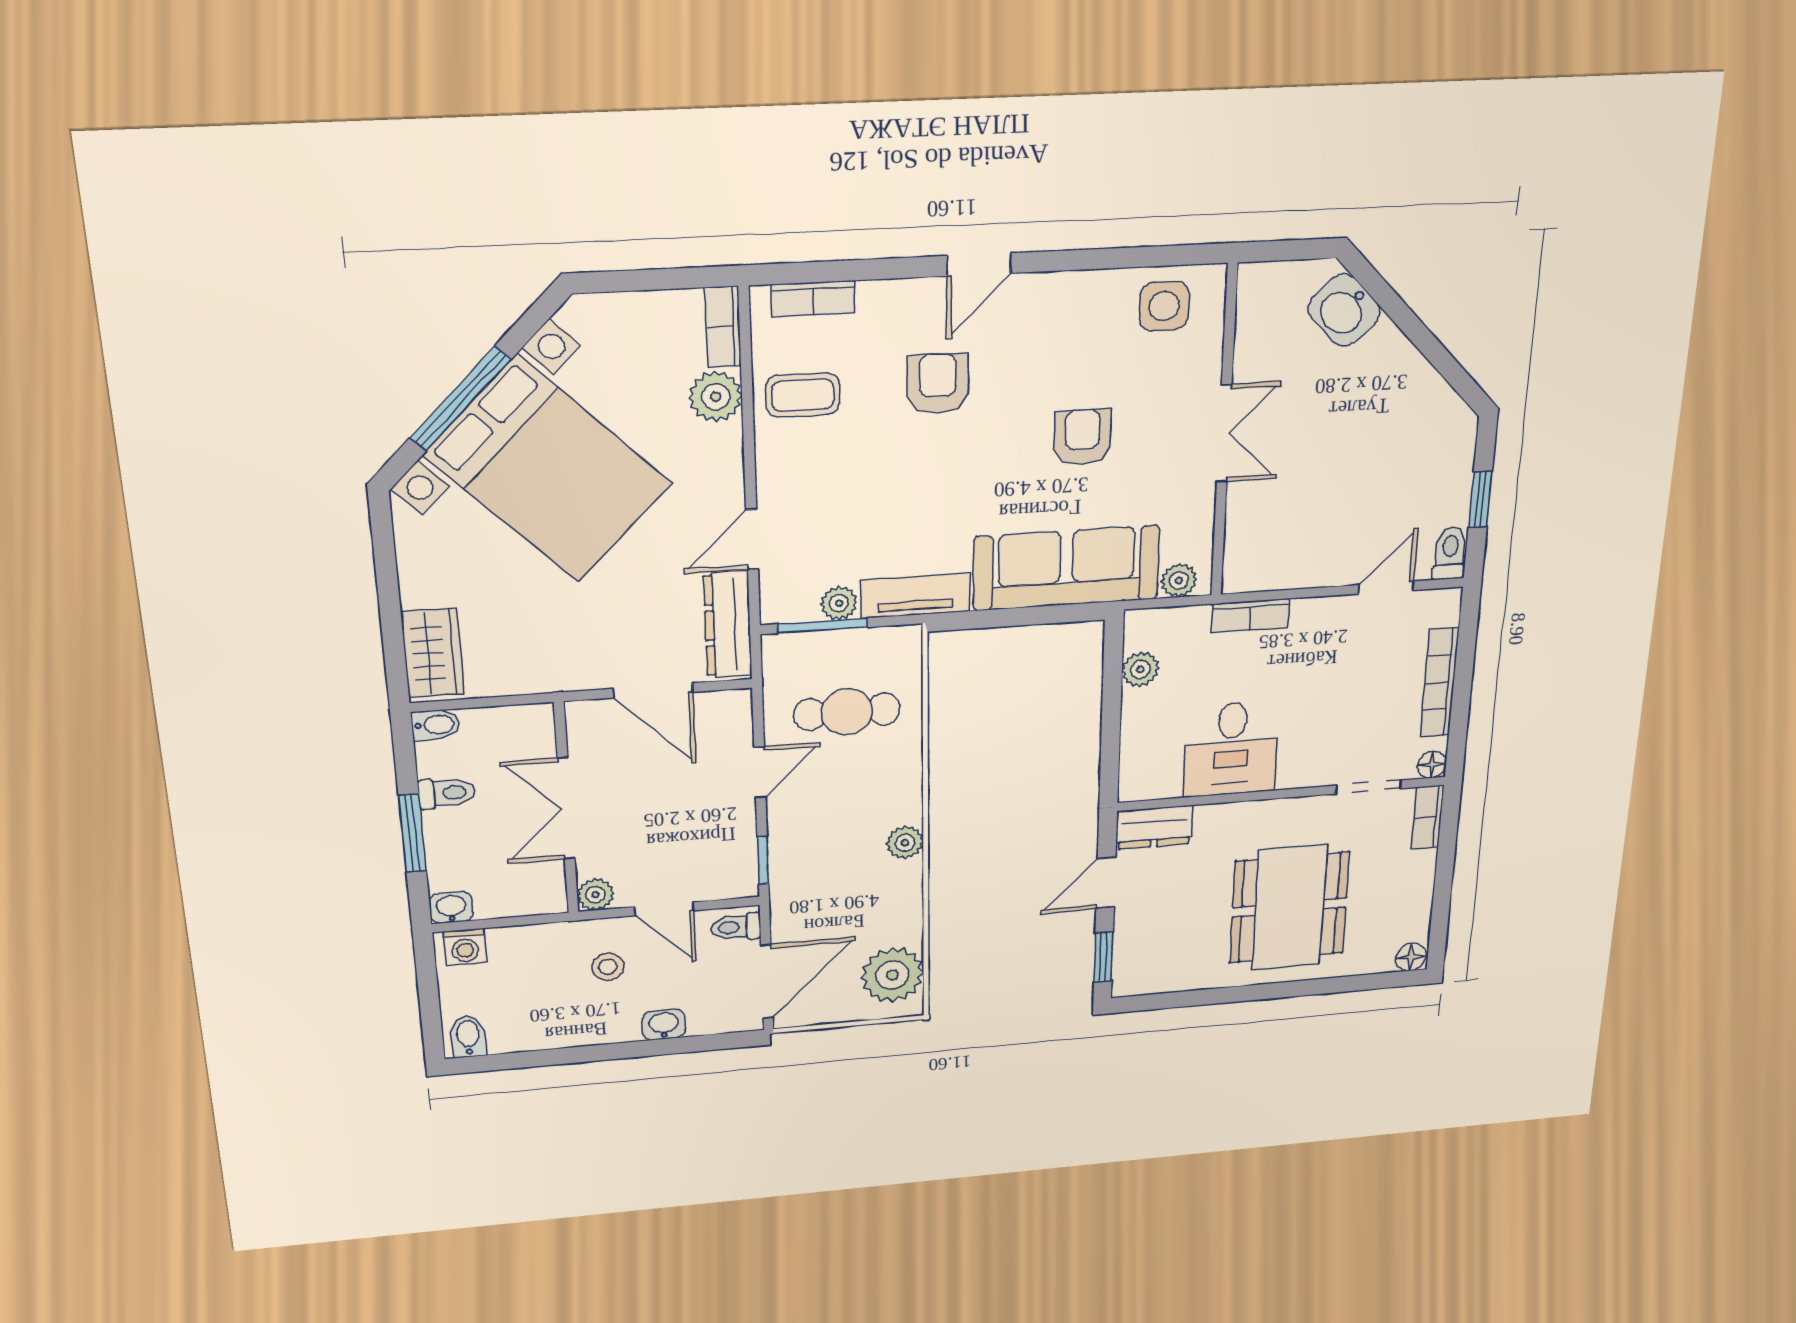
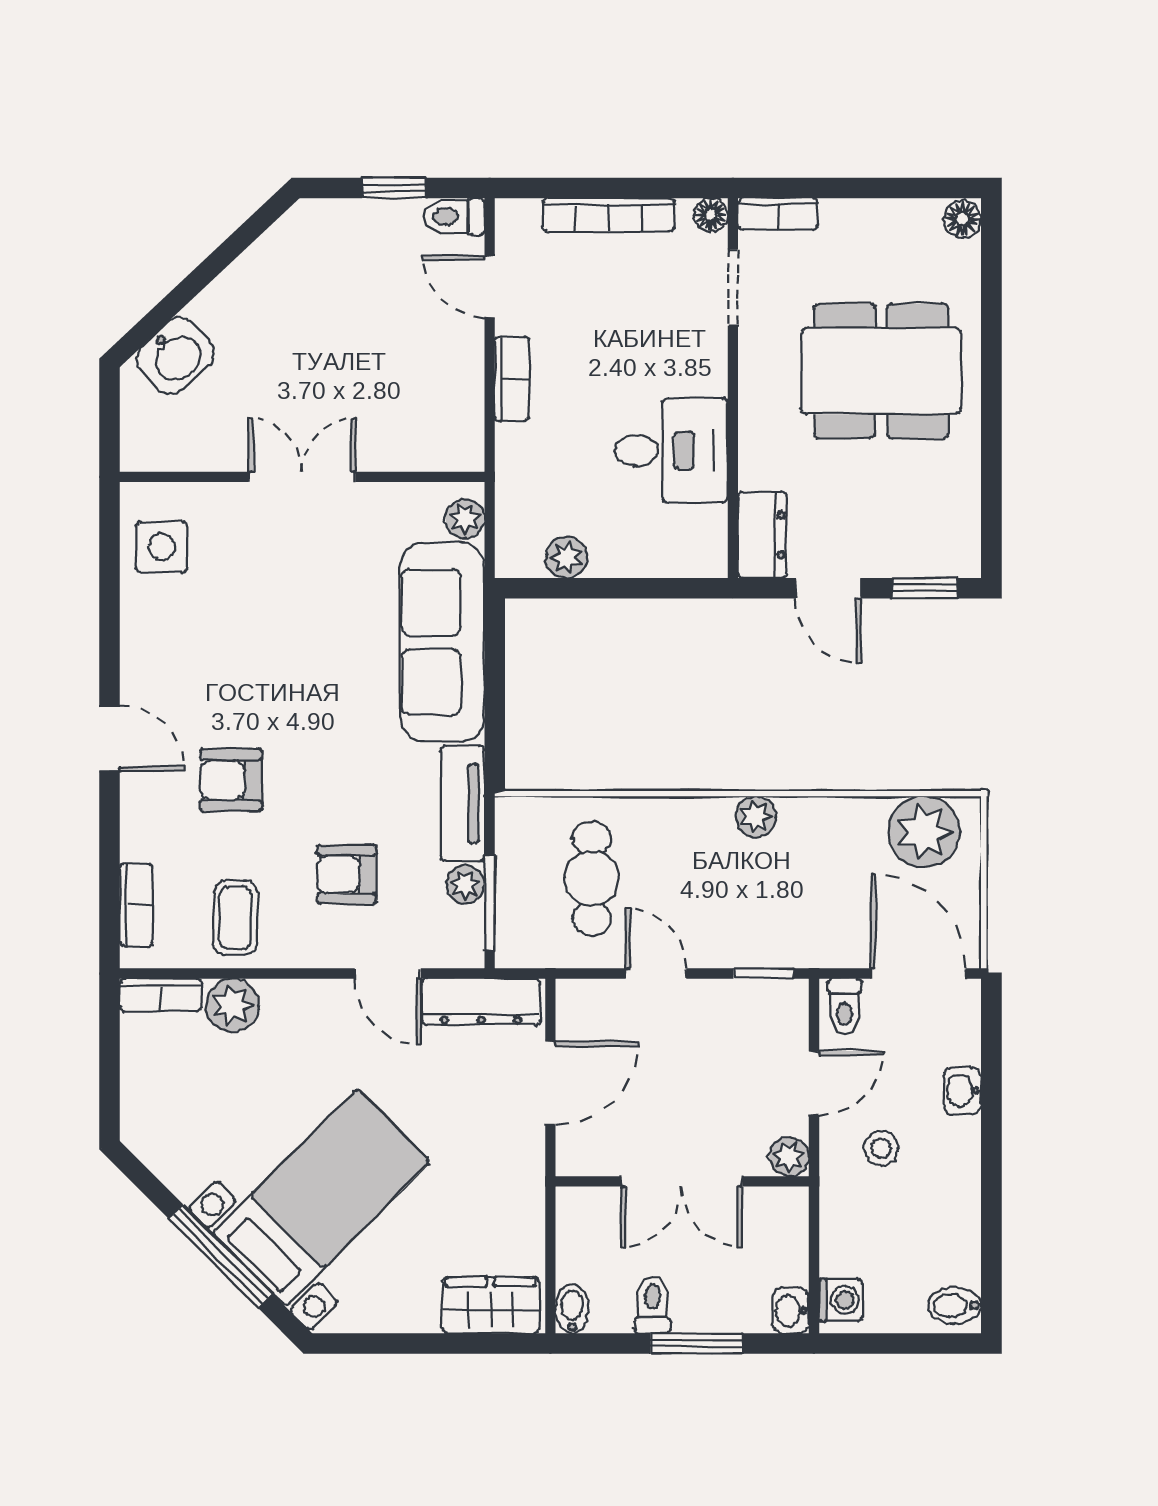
armchair: (1082, 437) -> (347, 874), moved
bed with nightstands: (548, 470) -> (321, 1197), width x0.73
bookcase: (1251, 616) -> (512, 379), moved

